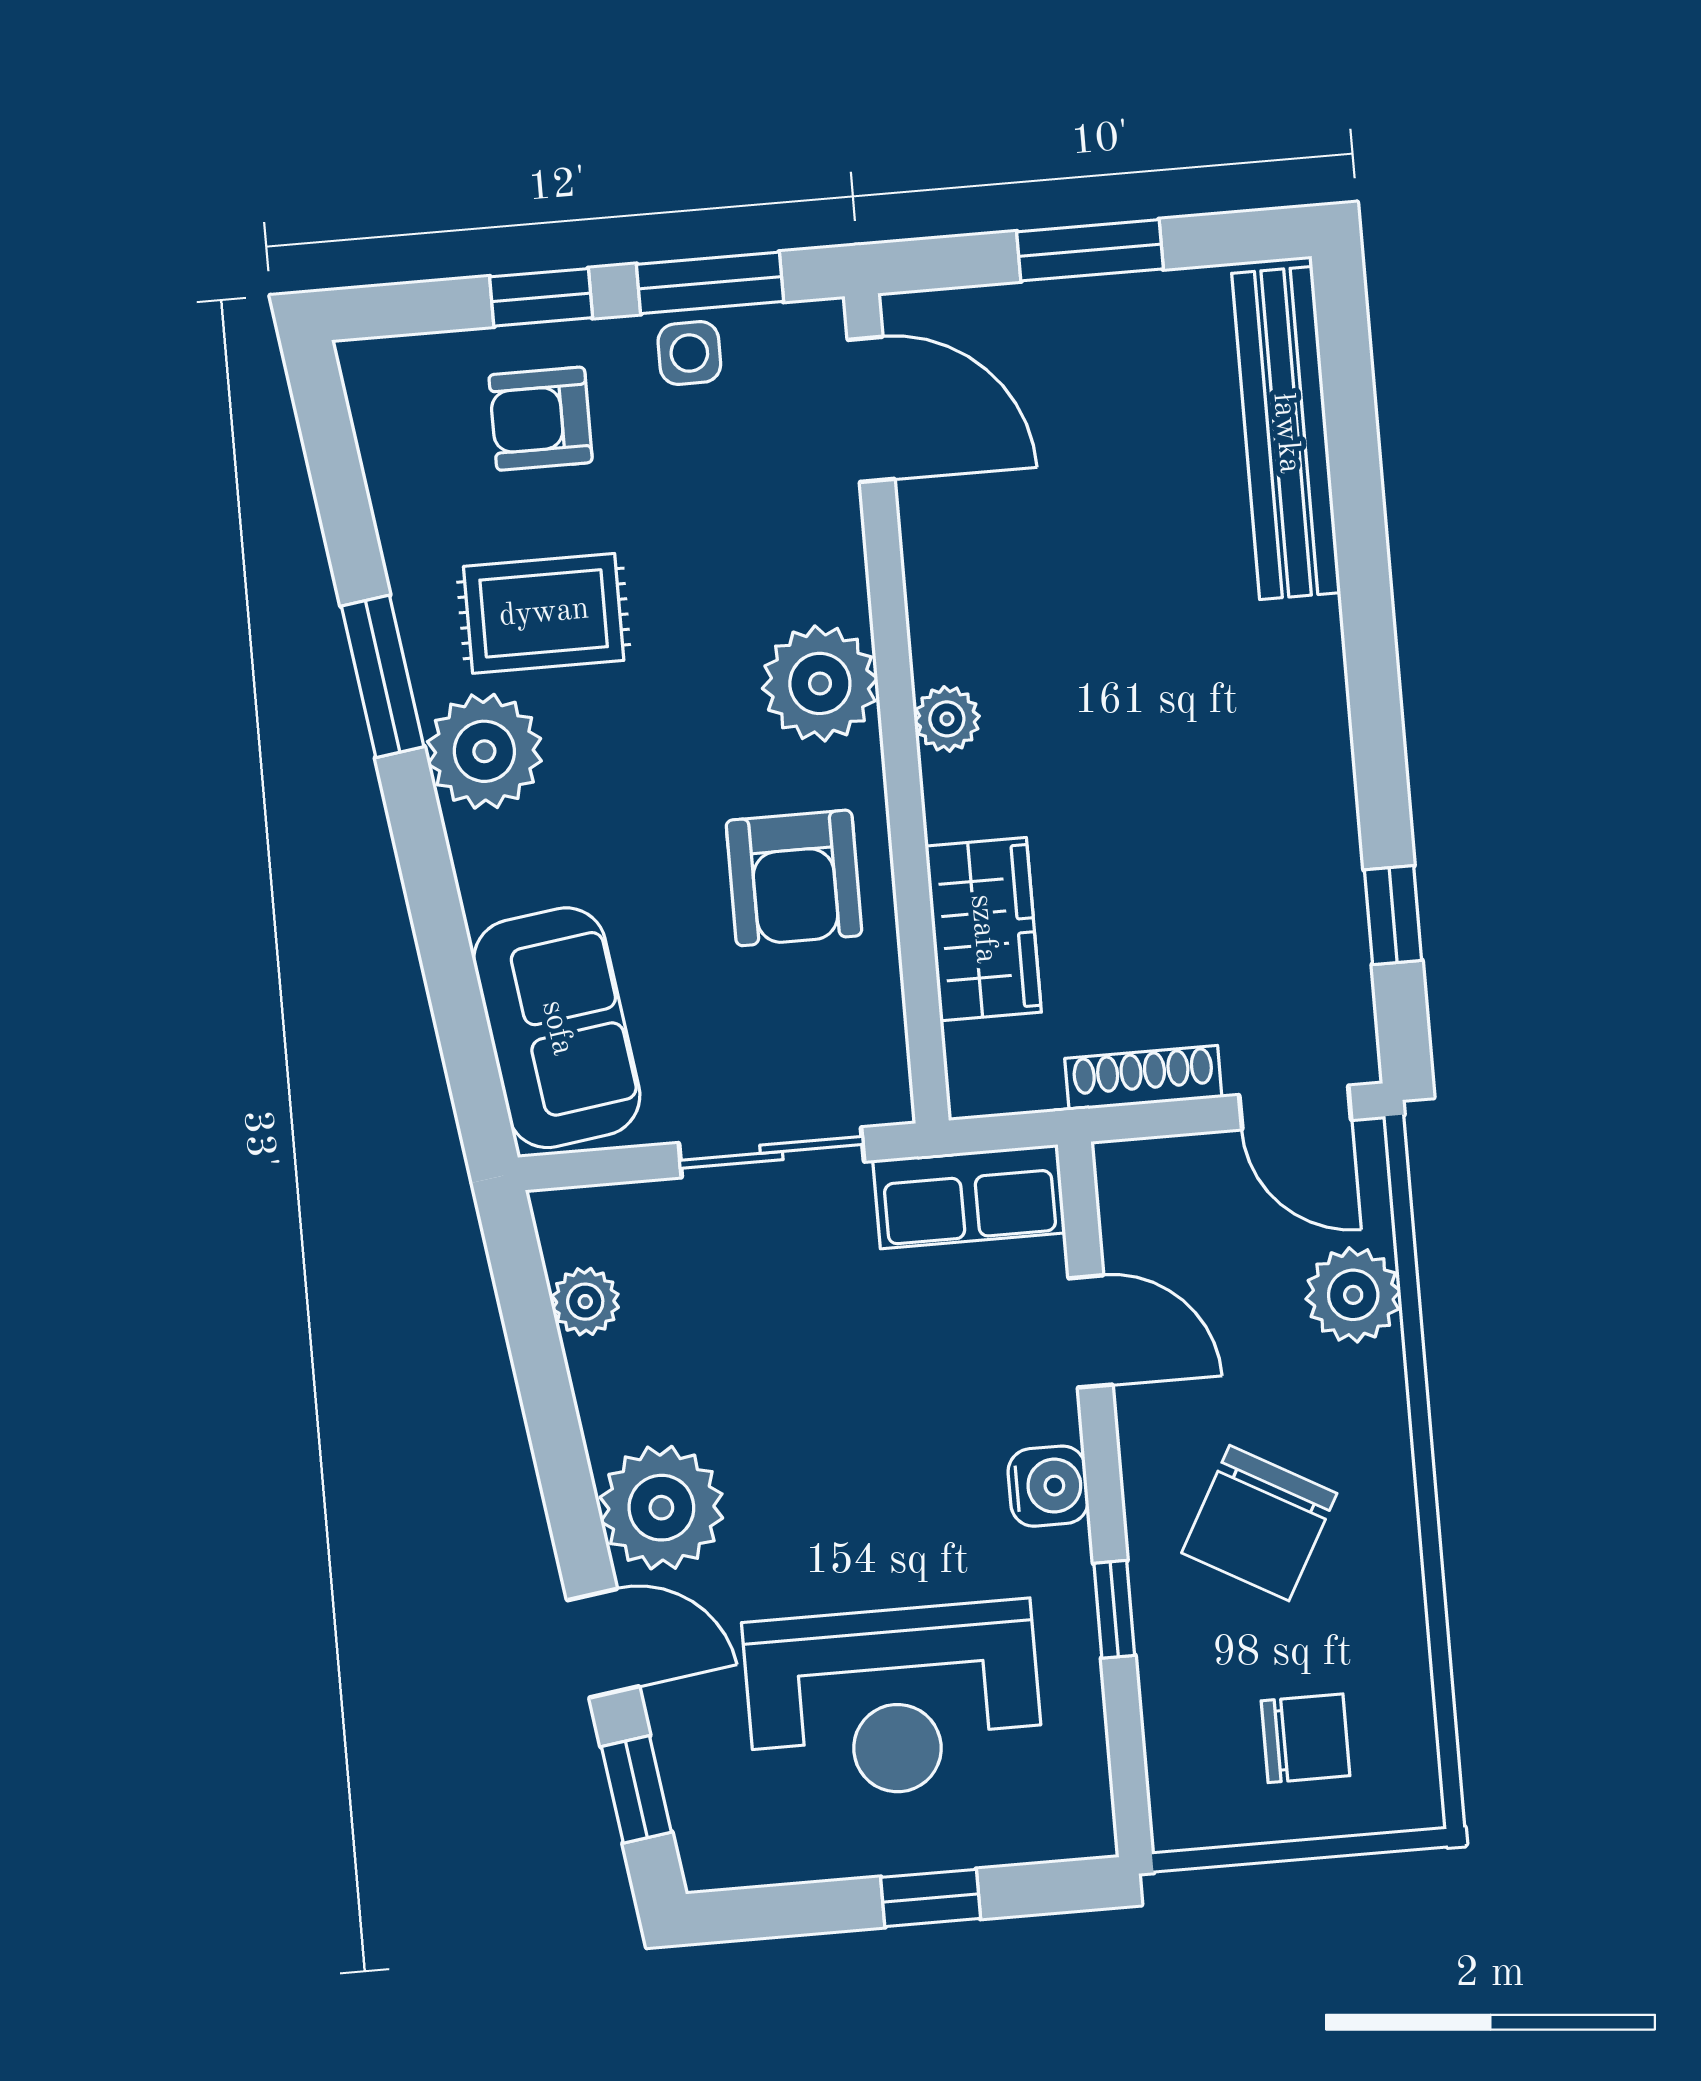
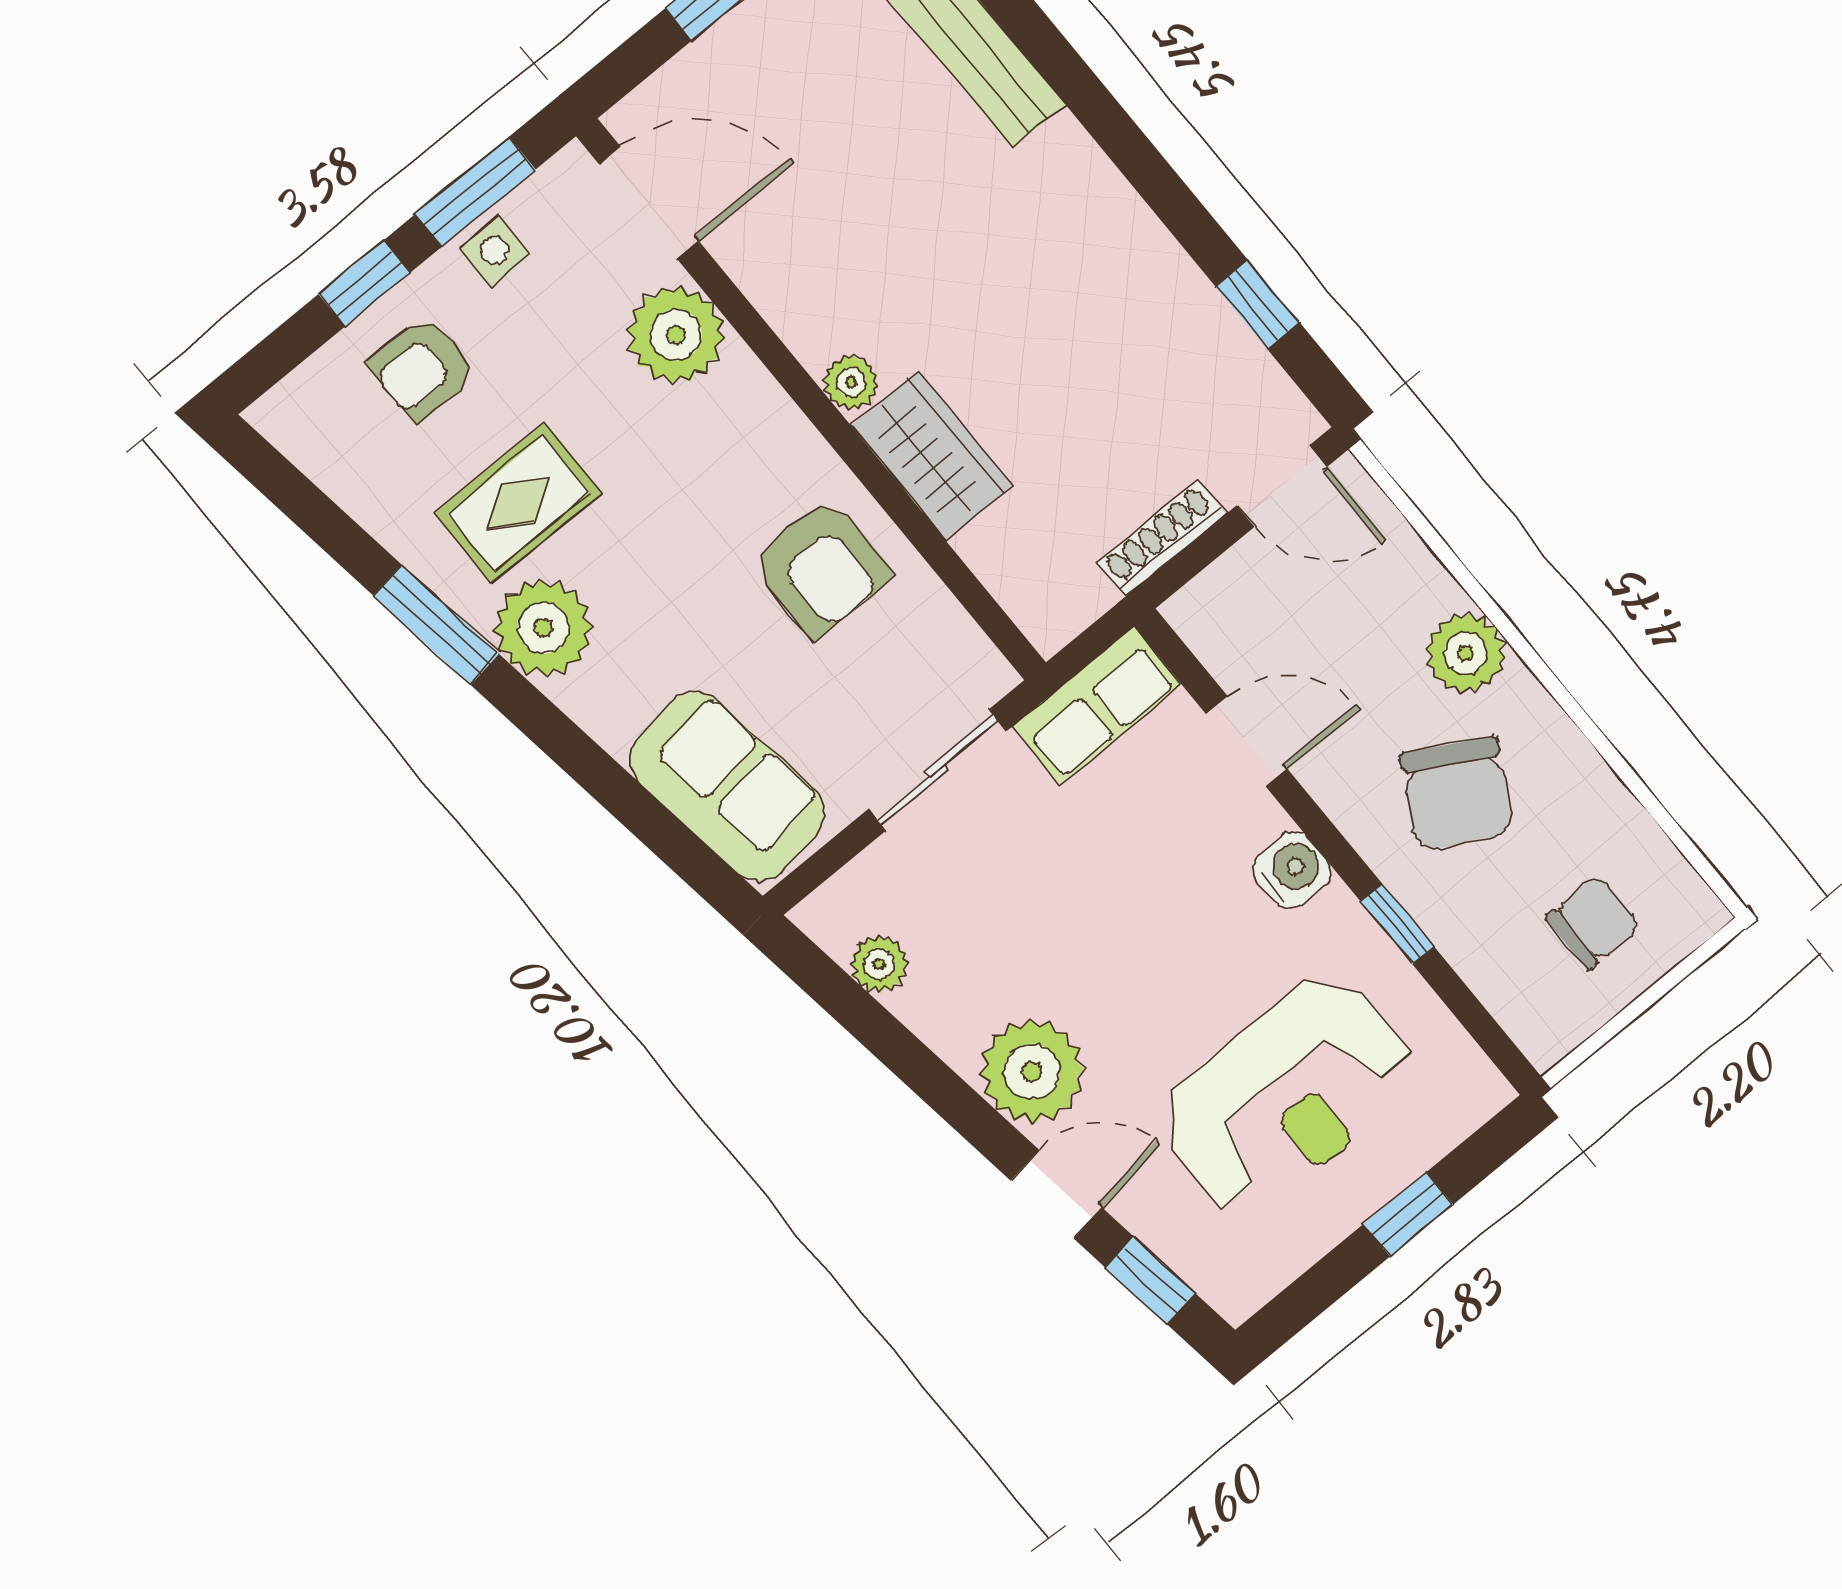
plant: (820, 683) -> (676, 335), moved
wardrobe: (983, 929) -> (932, 456), moved
plant: (1353, 1295) -> (1465, 653), moved

